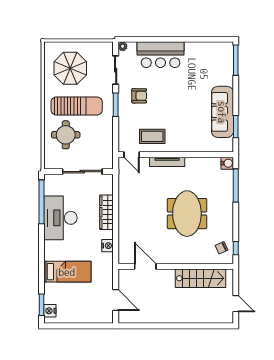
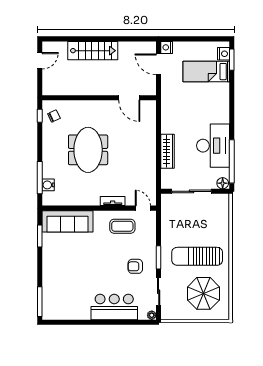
sofa: (222, 112) -> (68, 221), moved, turned 90
round table: (66, 135) -> (208, 228), removed
tv unit: (167, 162) -> (113, 201), width x0.71
water cooler: (227, 163) -> (48, 185), moved
floor lamp: (51, 180) -> (223, 183), added
nightstand: (107, 246) -> (167, 47), moved
bed: (67, 272) -> (206, 72), moved
stairs: (200, 278) -> (93, 51), moved, turned 180
door: (236, 304) -> (40, 61), swing flipped

